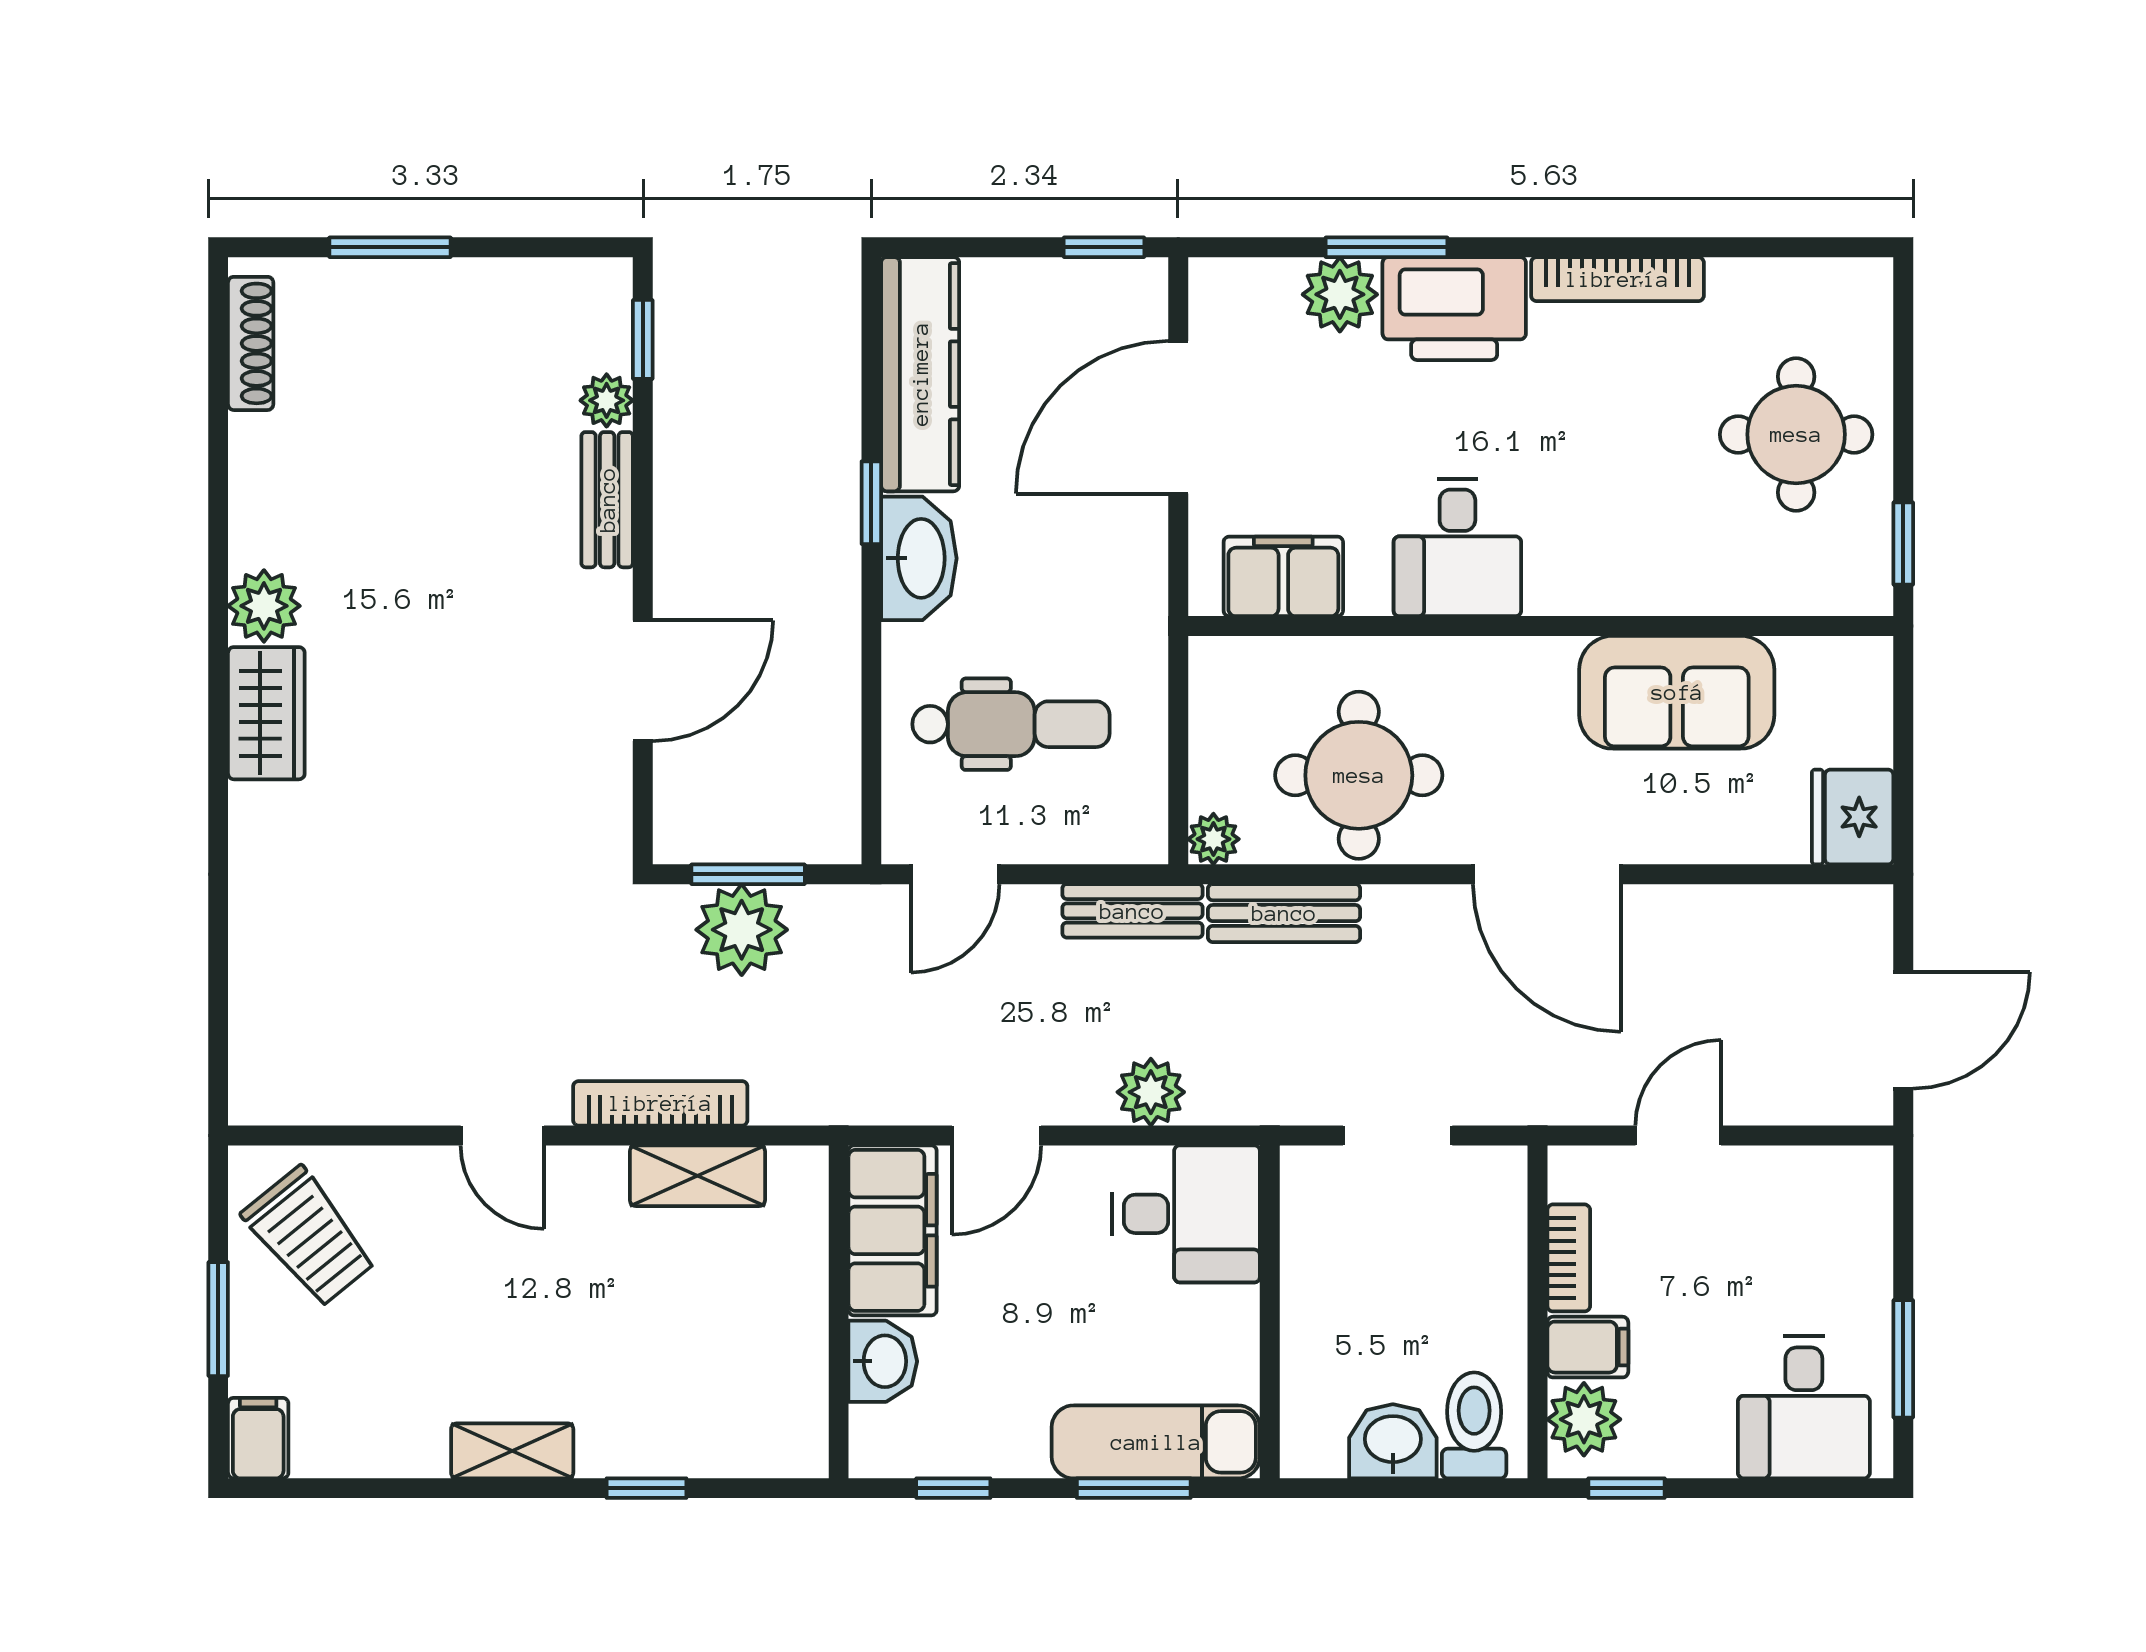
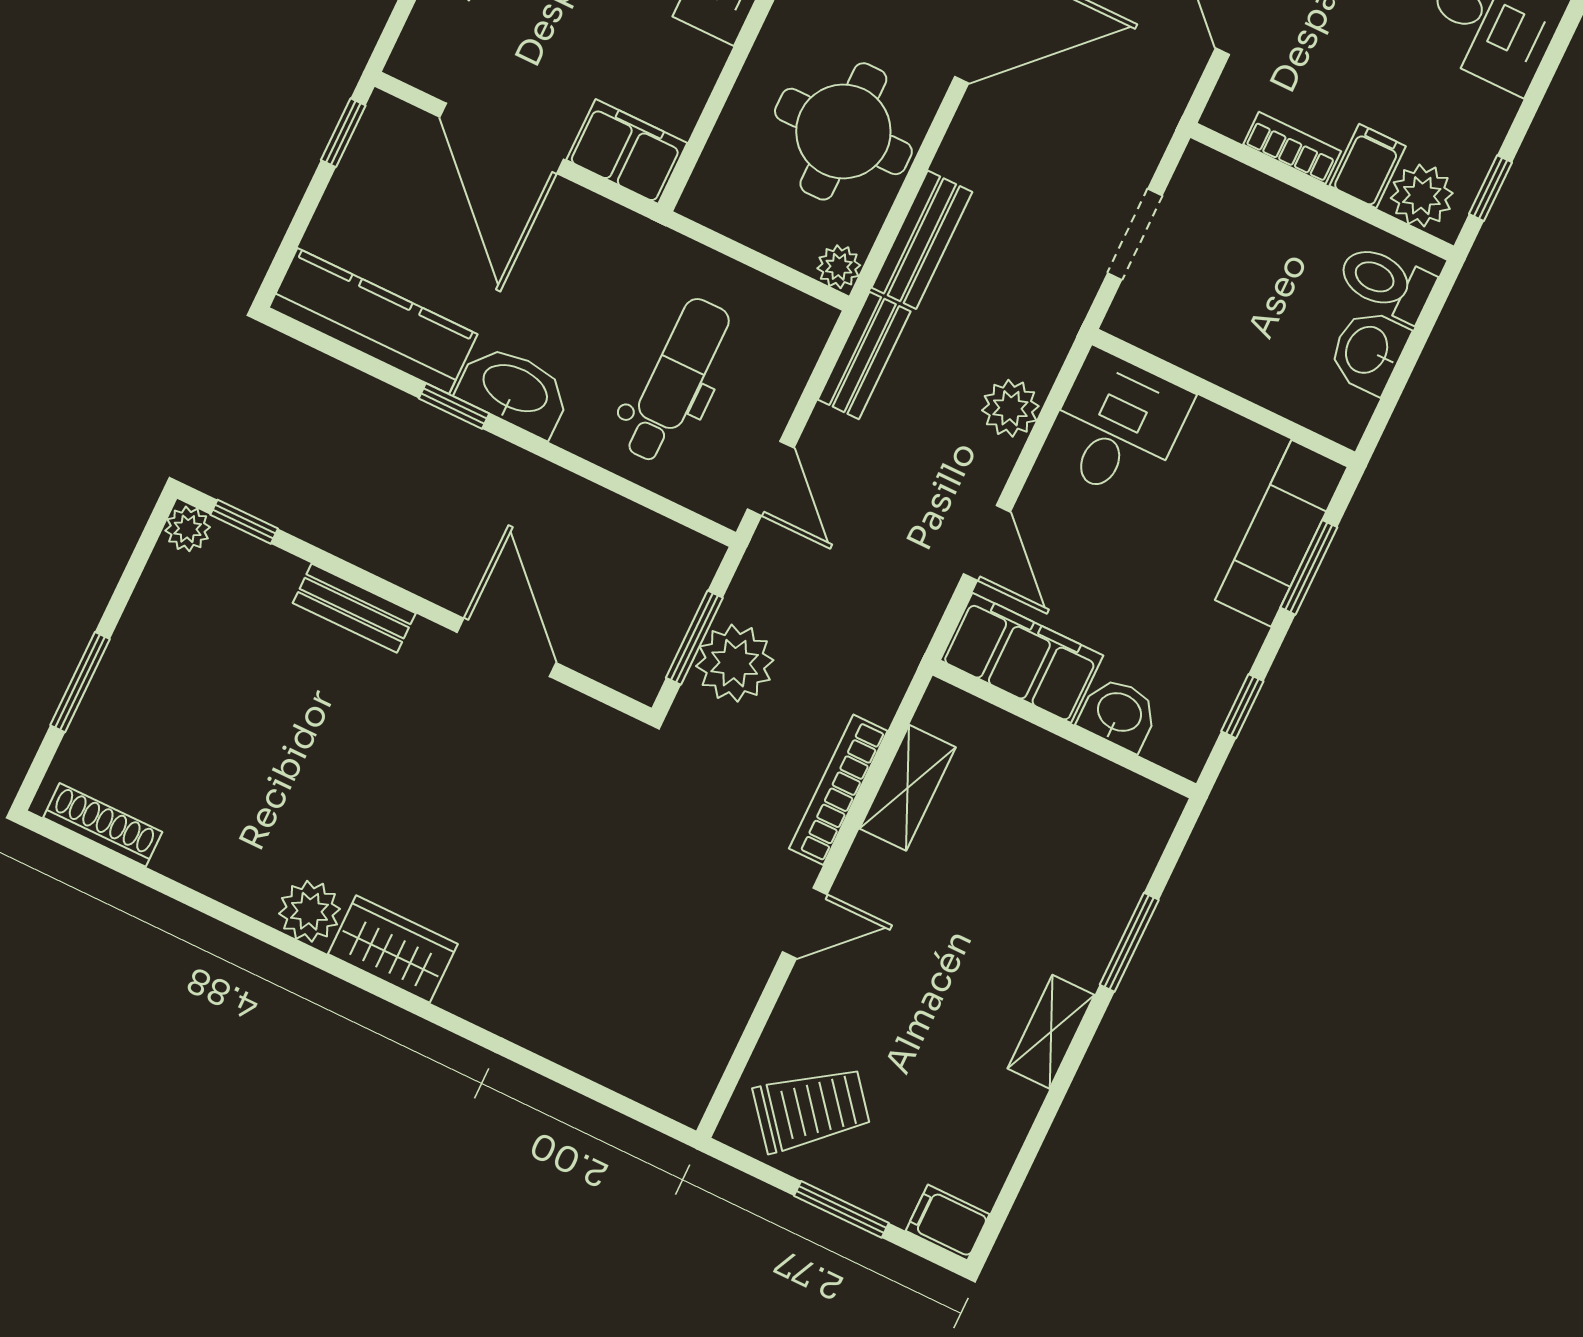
plant: (607, 400) -> (188, 529), moved
filing cabinet: (1283, 576) -> (627, 151), moved, turned 90
window: (646, 1488) -> (1129, 942), width x1.50

